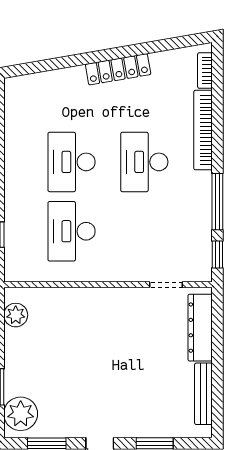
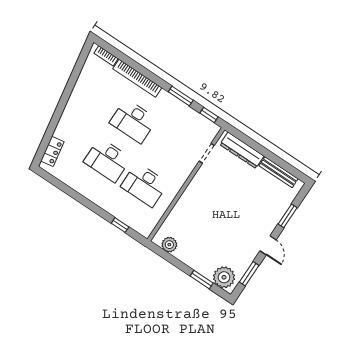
locker: (118, 69) -> (52, 151), moved, width x0.66
window: (217, 202) -> (181, 96), width x0.69

